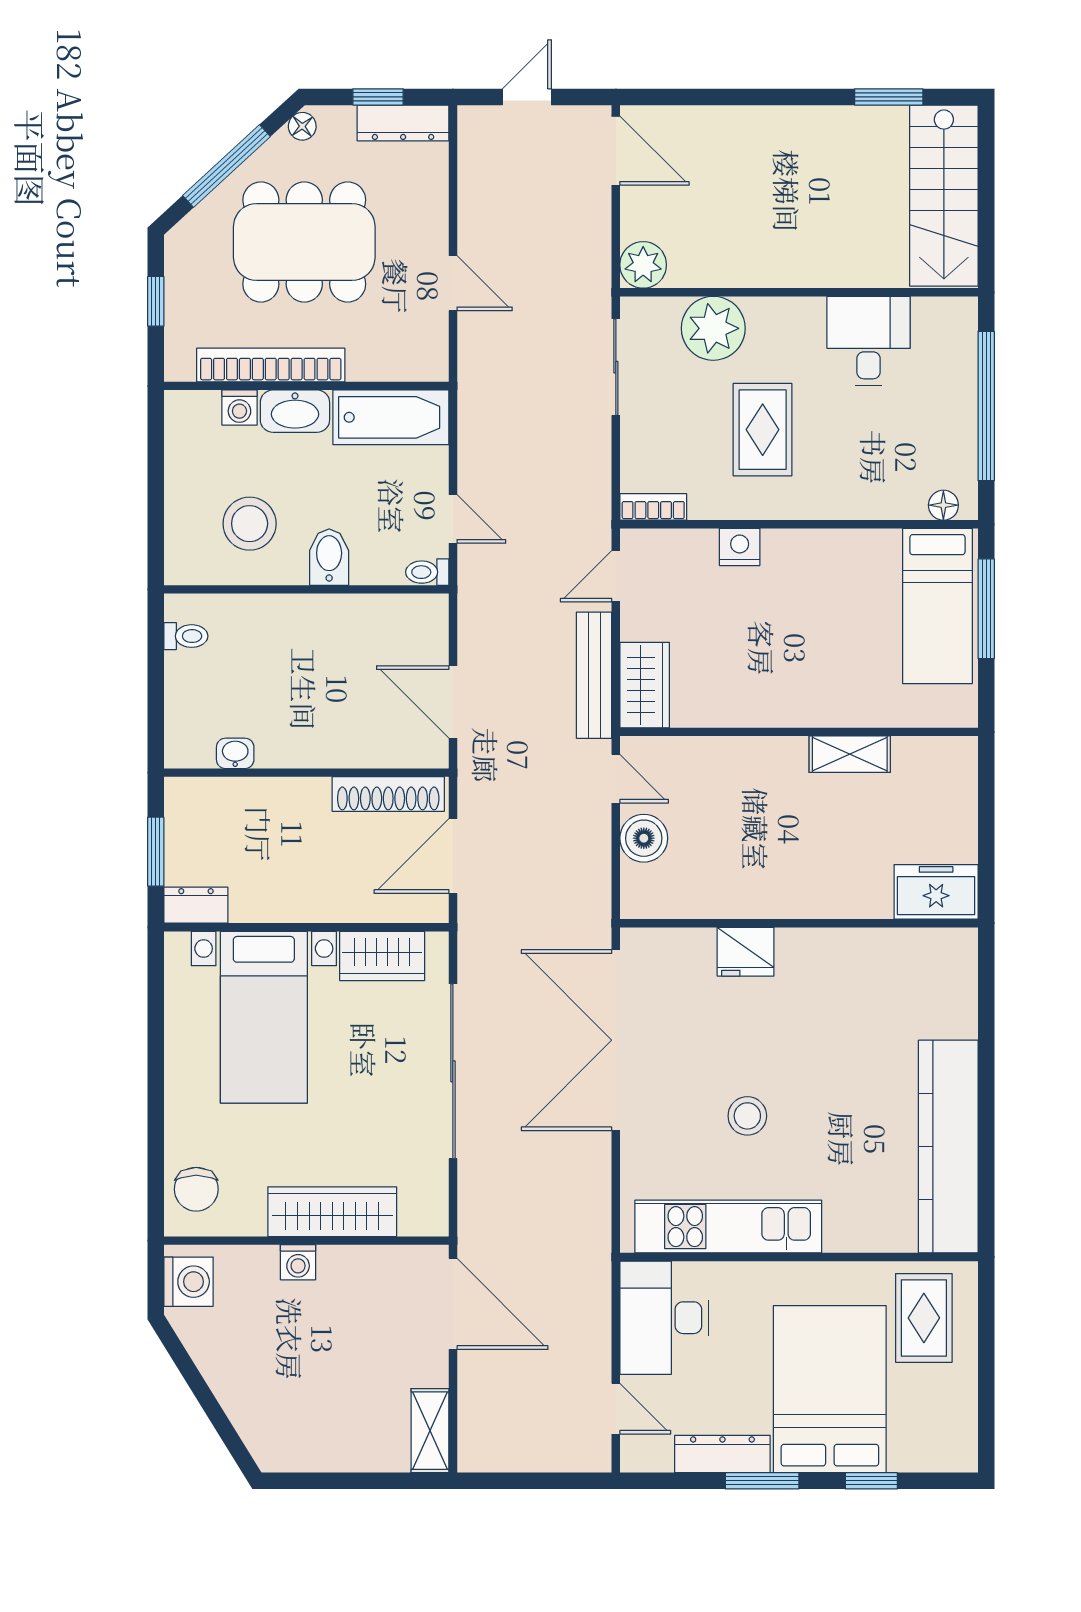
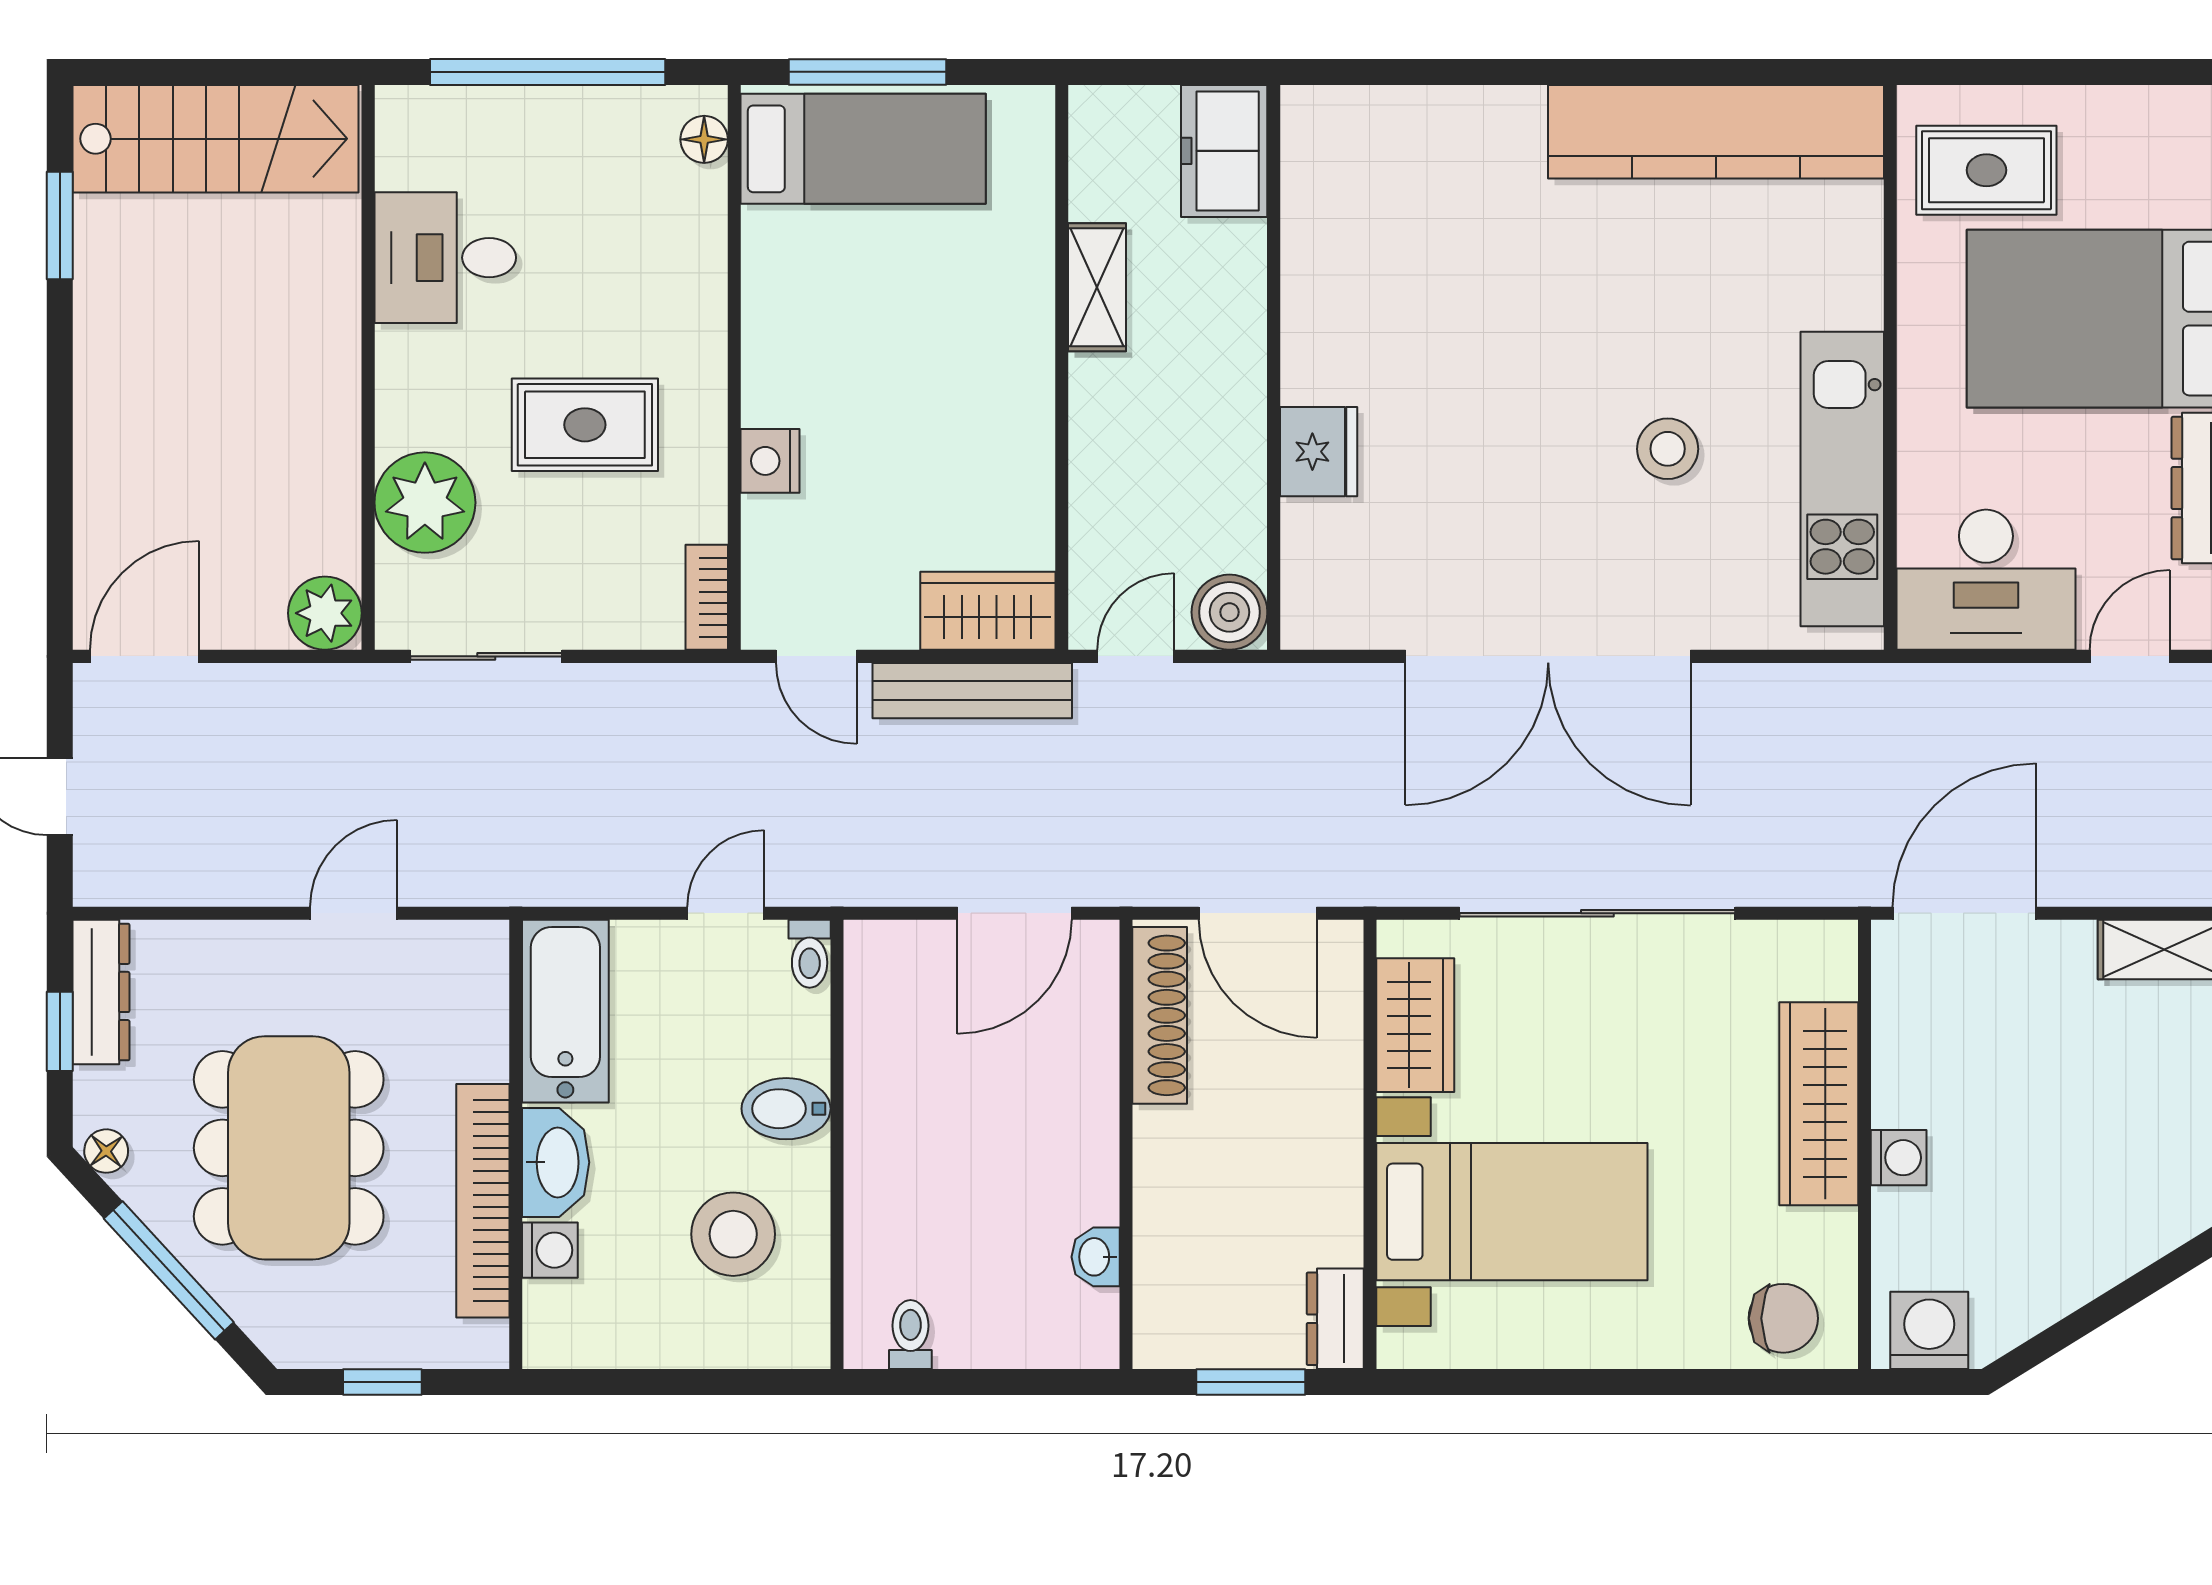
freezer: (936, 892) -> (1224, 151), moved
wall: (799, 923) -> (1274, 367), moved
fridge: (746, 952) -> (1319, 452), moved

